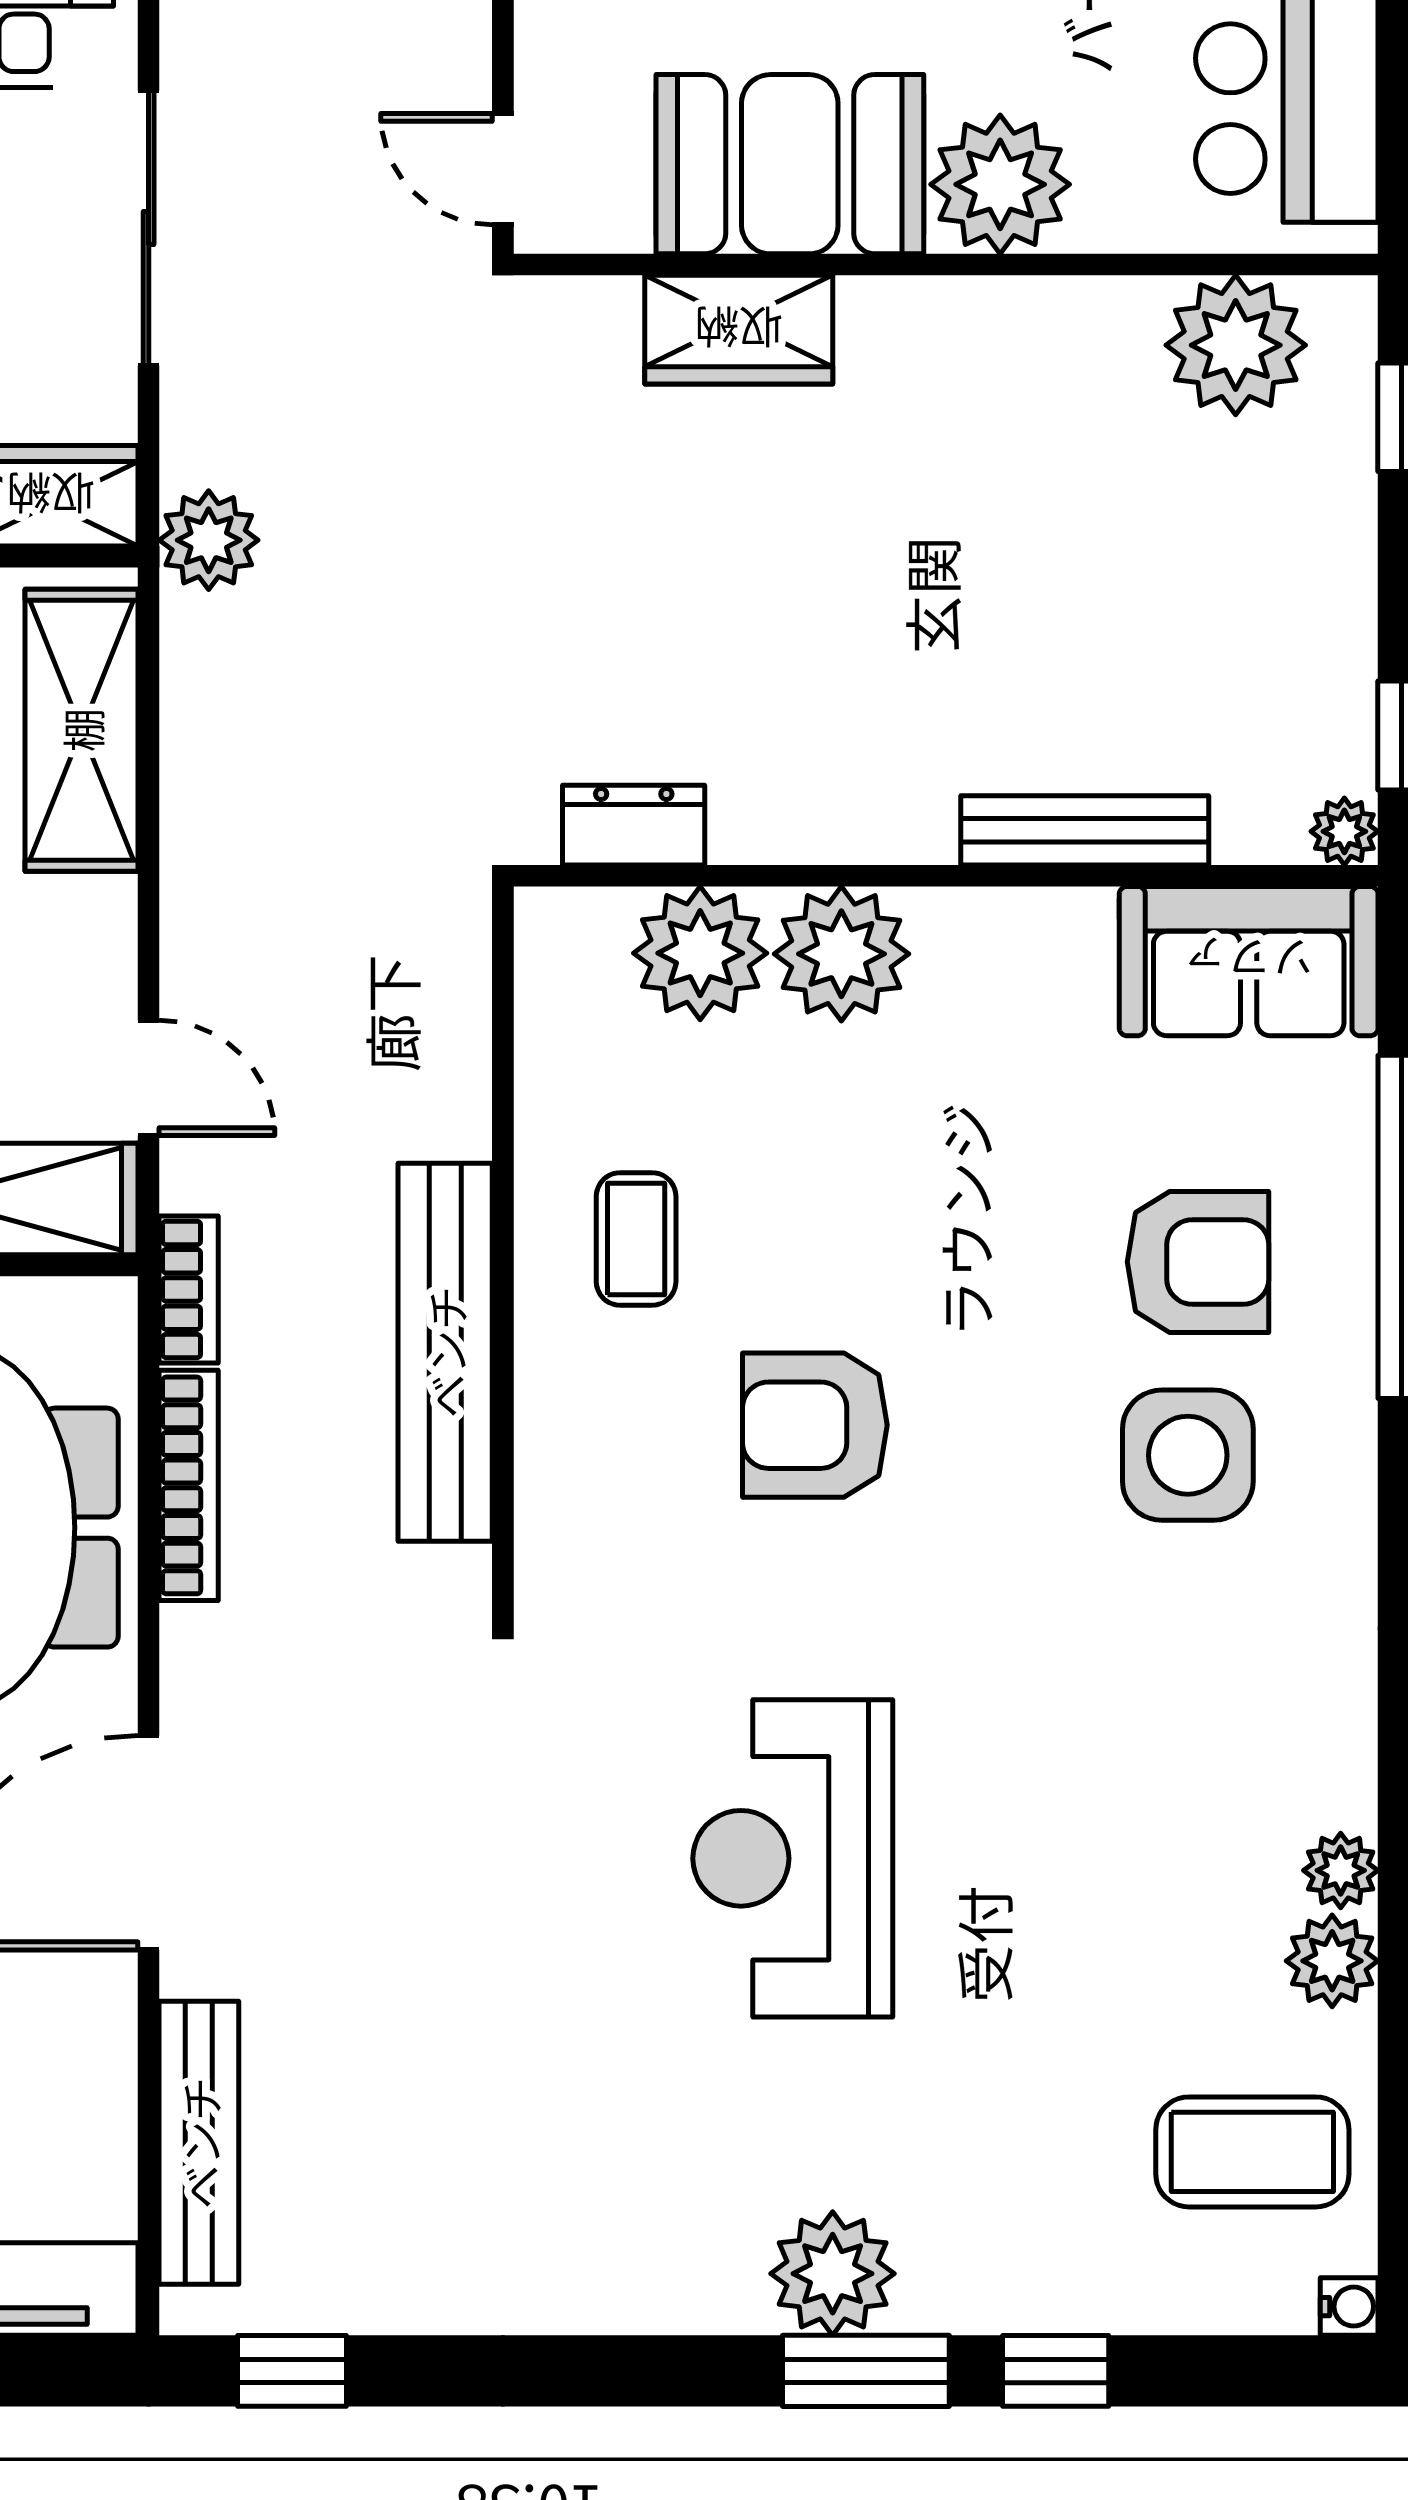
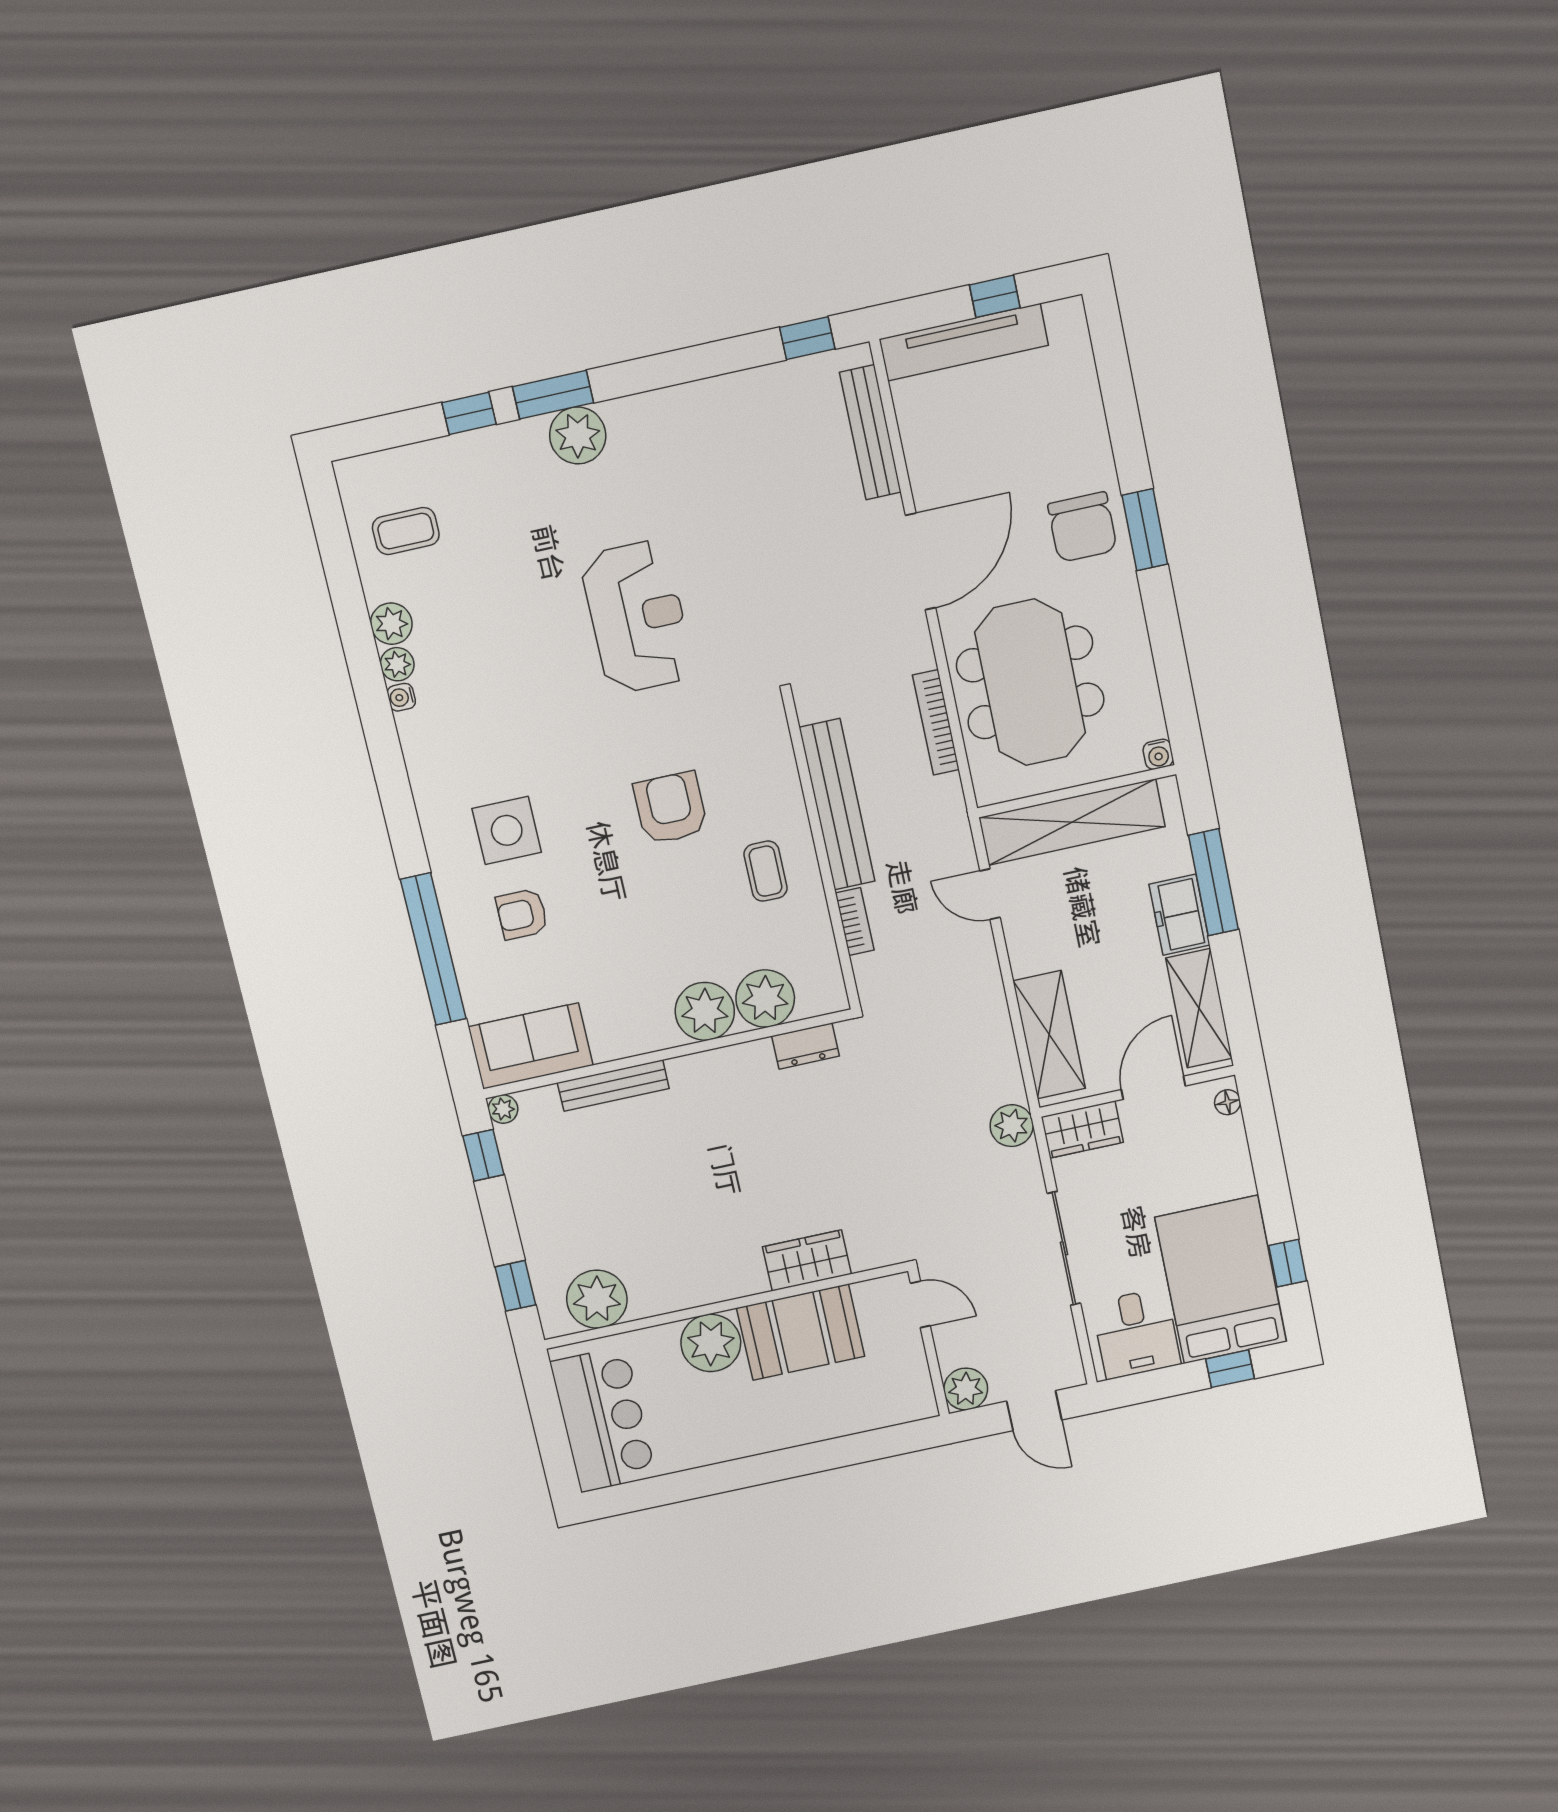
armchair: (1198, 1262) -> (522, 914), width x0.72, depth x0.72
bookcase: (189, 1289) -> (855, 922), moved, turned 180
armchair: (815, 1425) -> (671, 808), turned -90
coffee table: (1252, 2152) -> (406, 531), width x0.73, depth x0.77
water cooler: (1349, 2307) -> (401, 697), moved

